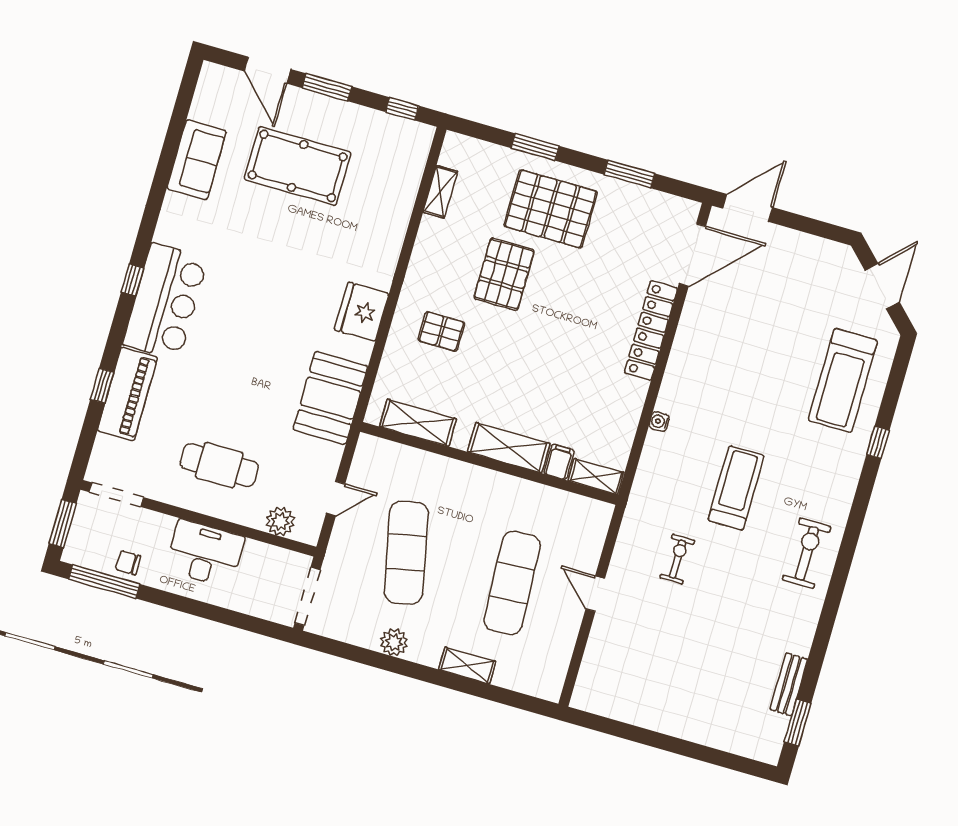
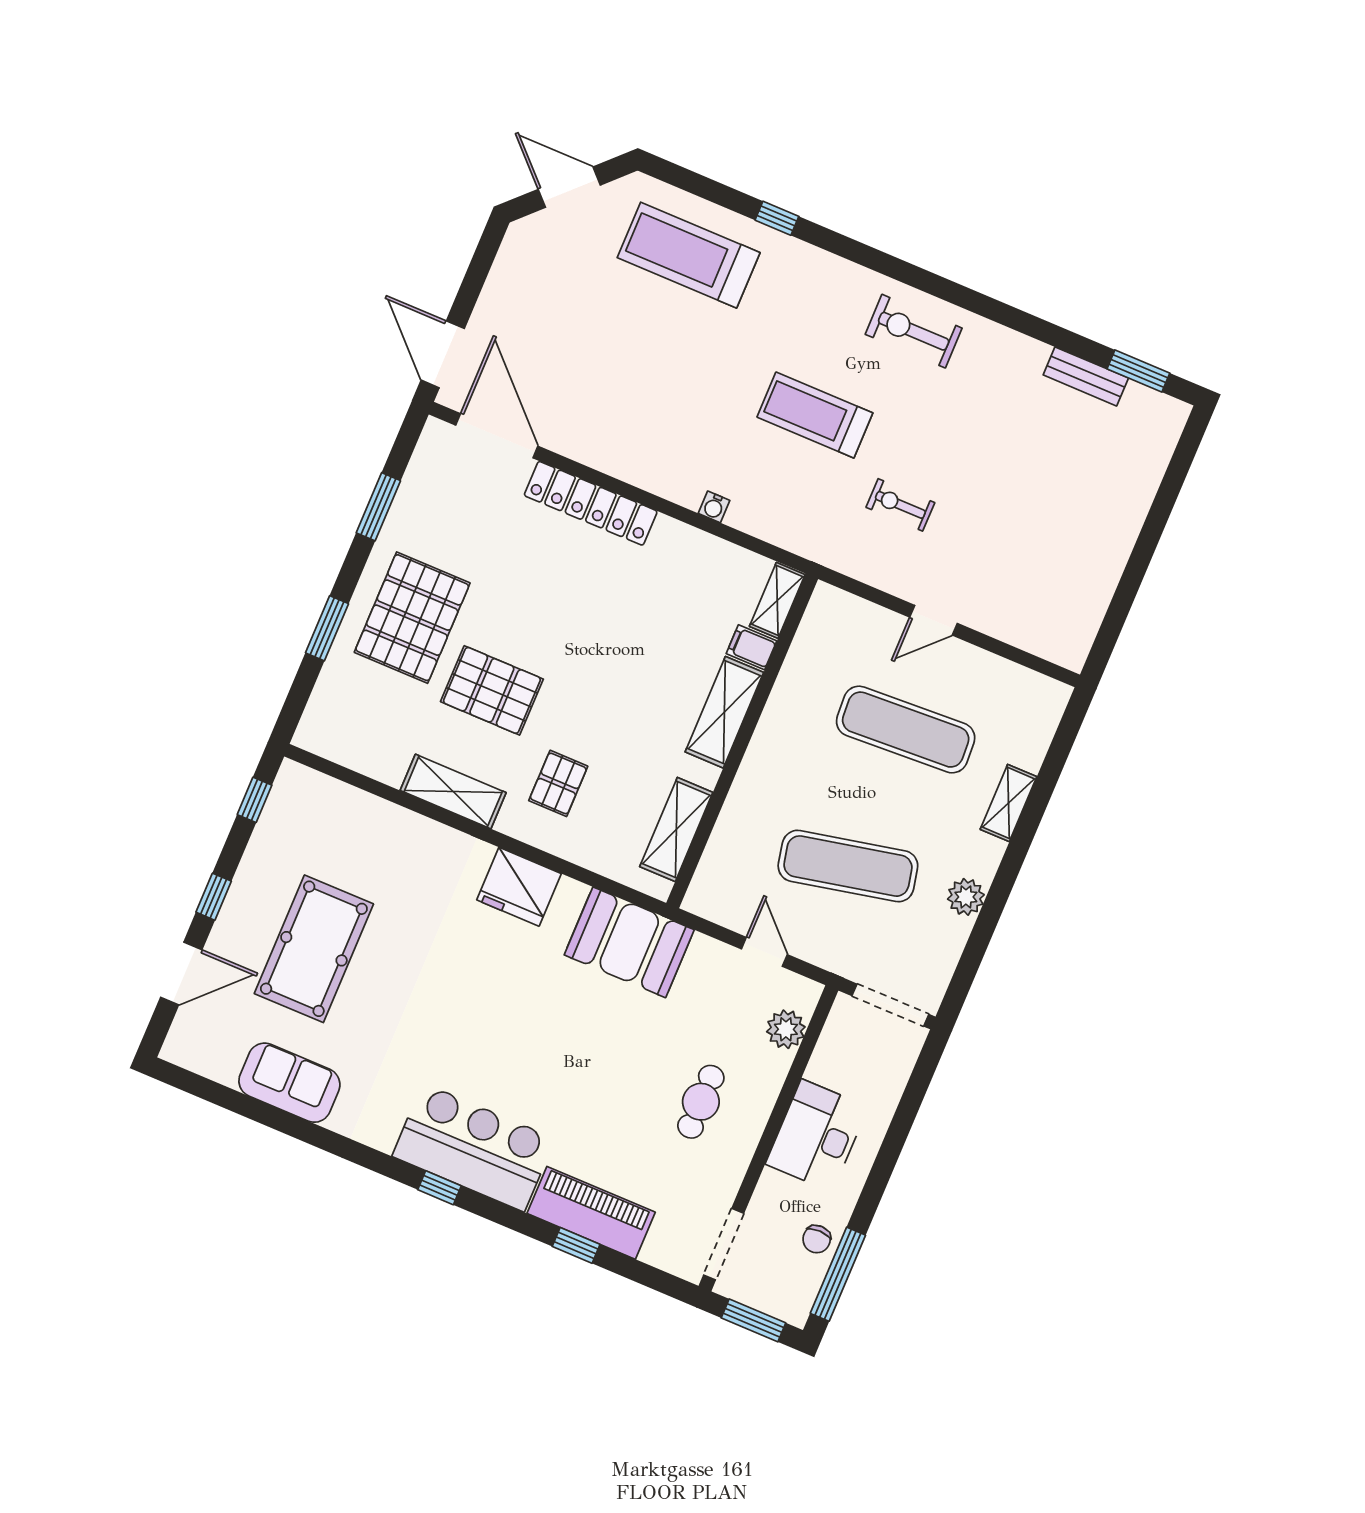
window: (327, 87) -> (214, 897), width x0.67
shelving: (440, 192) -> (453, 791), moved, width x1.50, depth x1.33
treadmill: (843, 380) -> (689, 255), turned 180
cafe table: (219, 465) -> (701, 1102), width x0.73, depth x0.74

